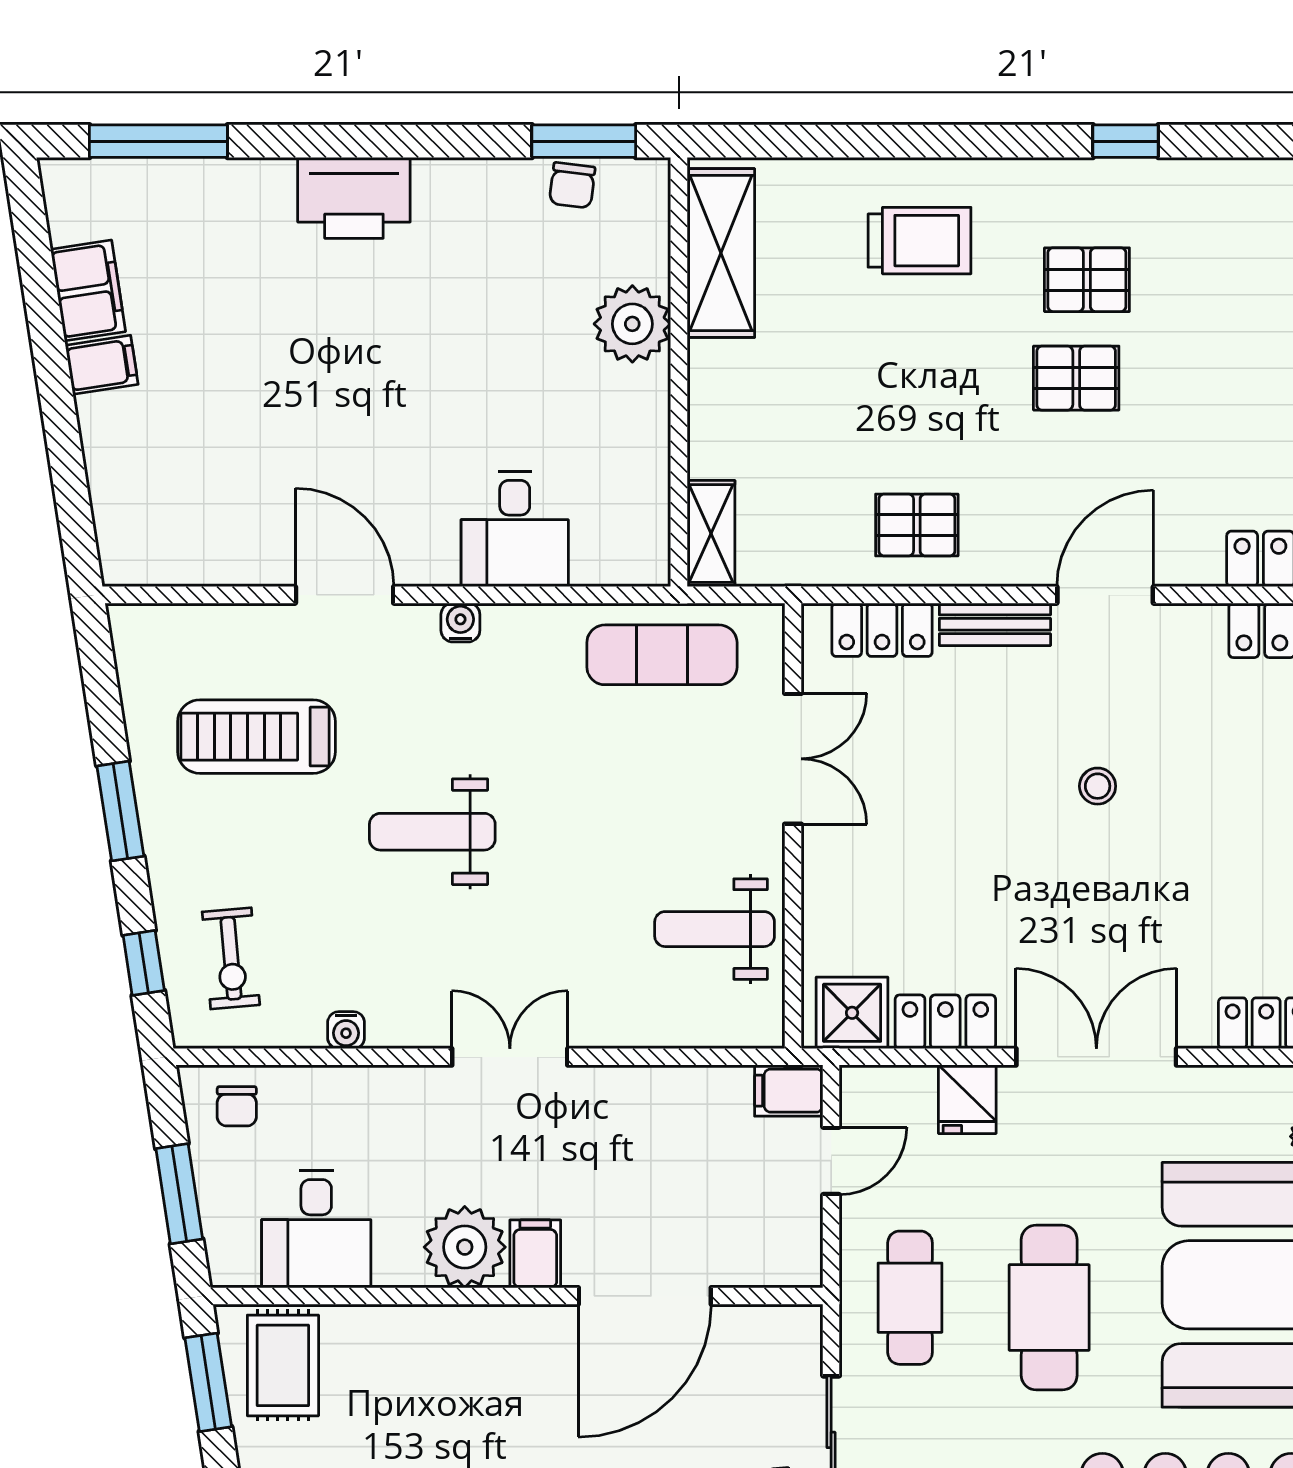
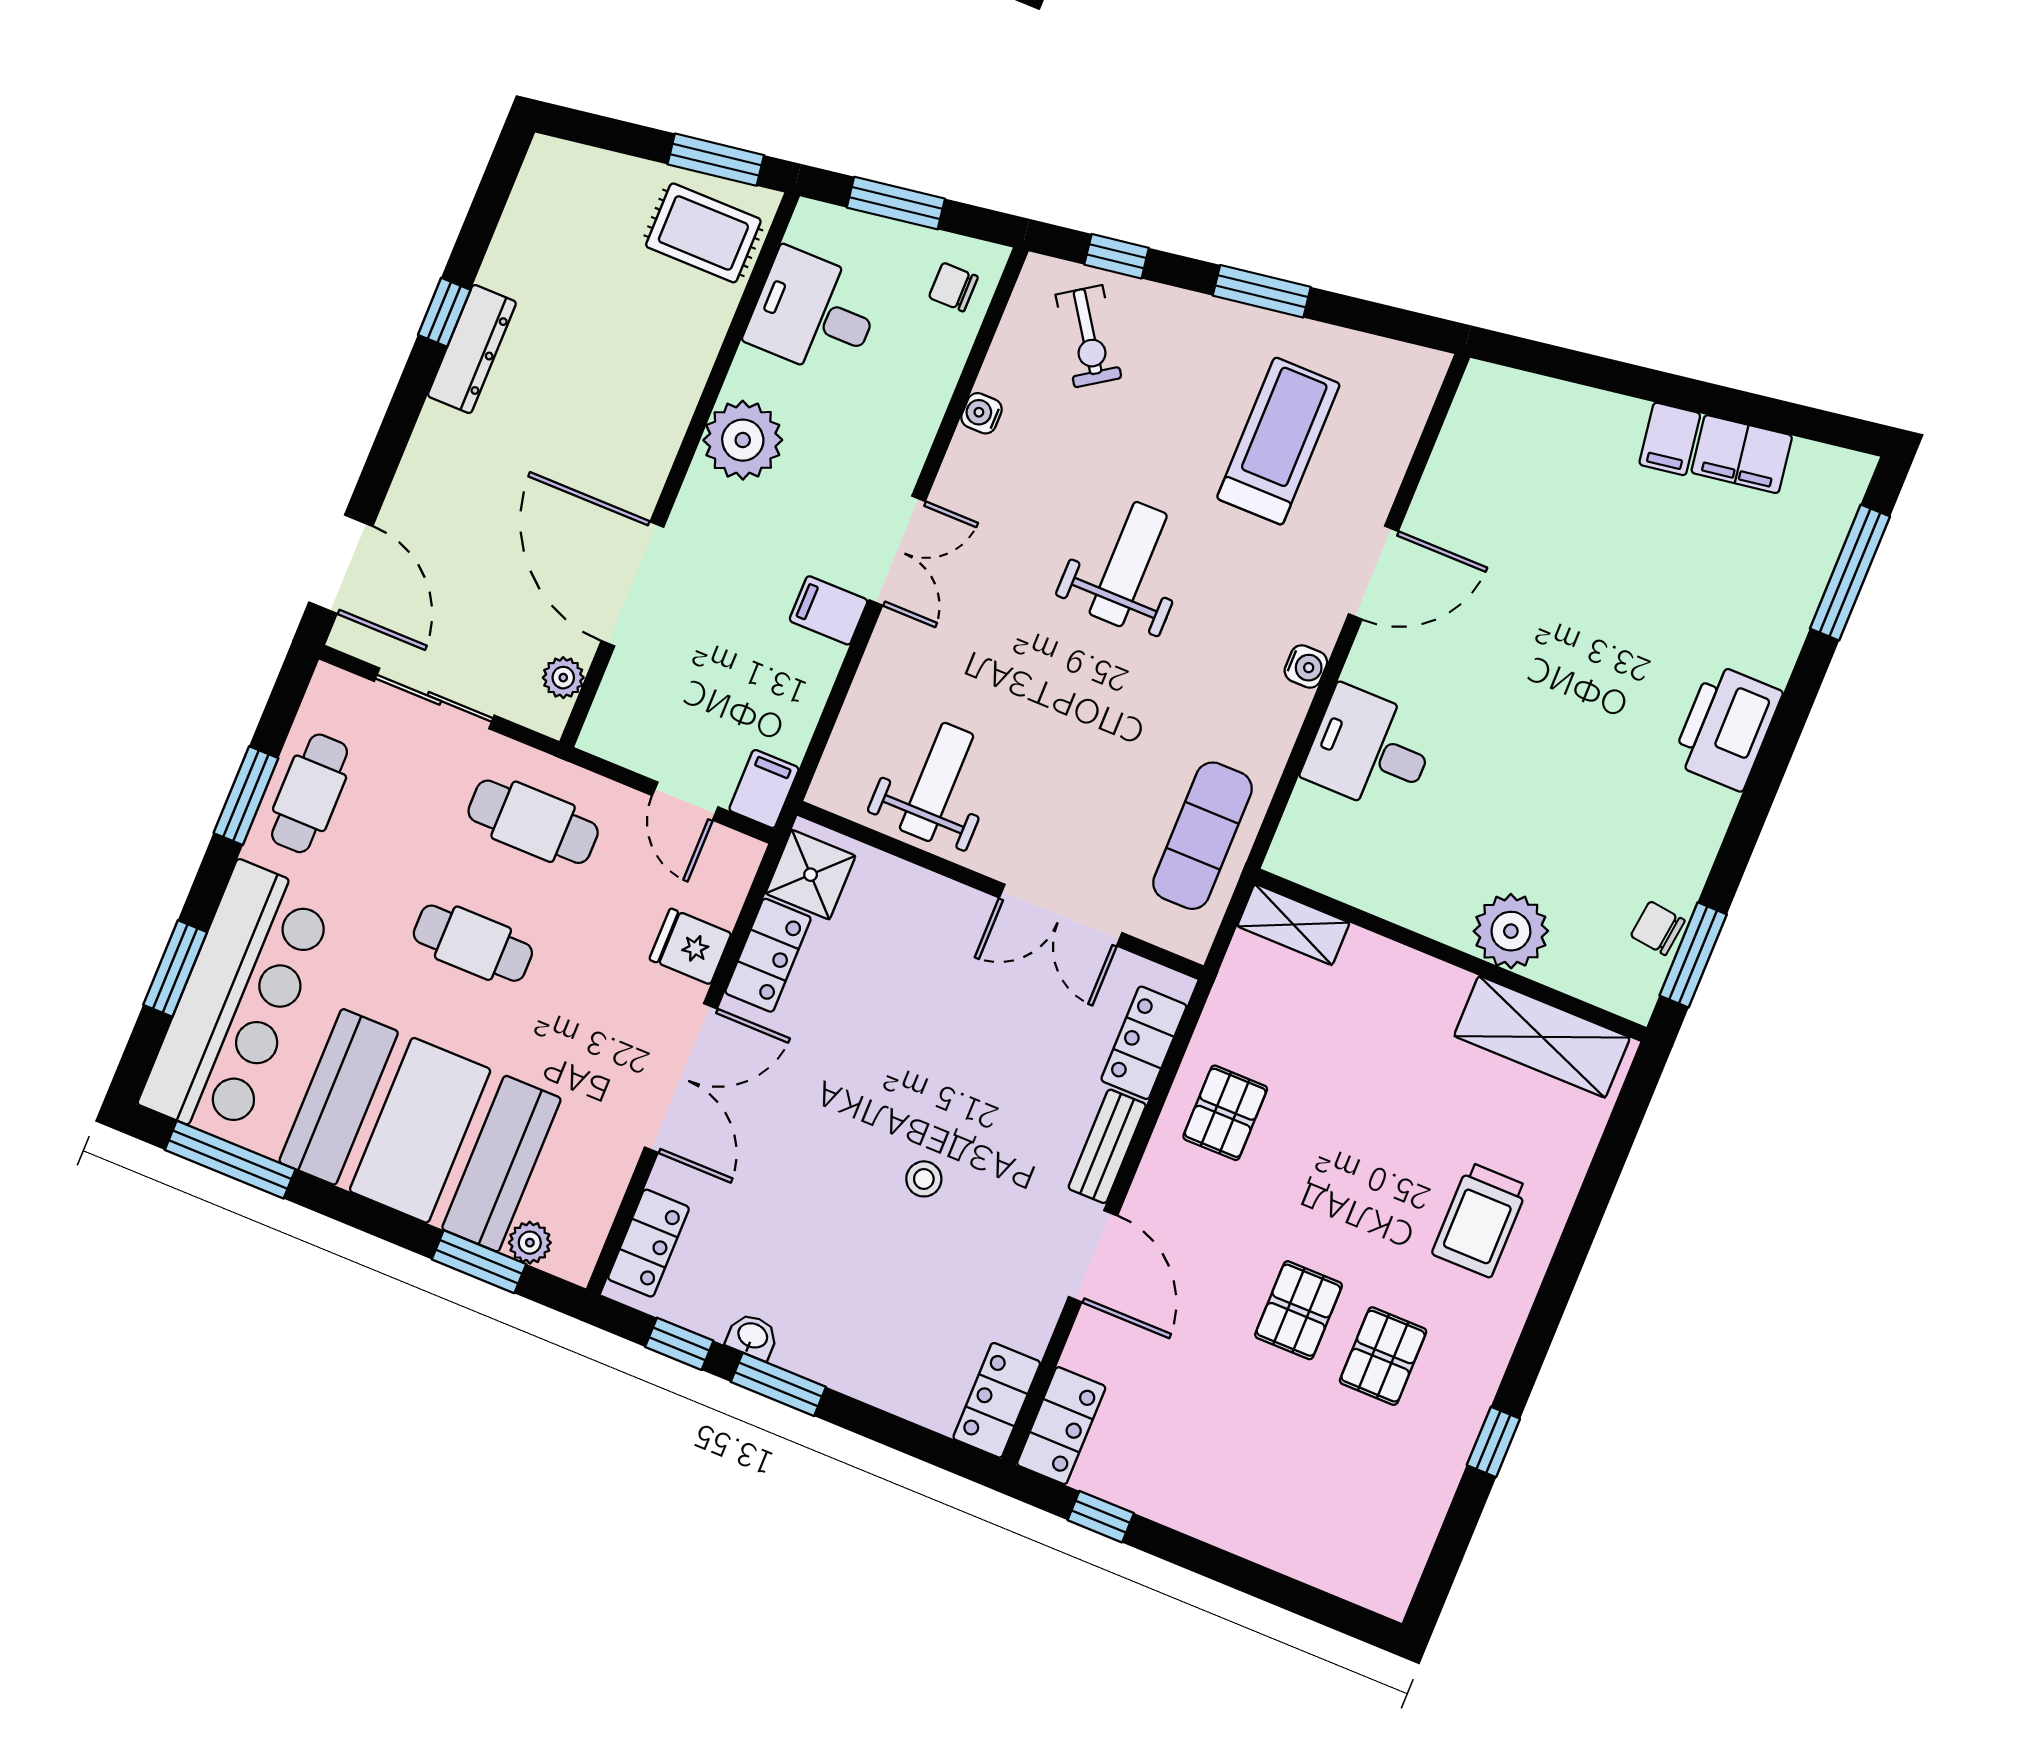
exercise bike: (231, 958) -> (1089, 336), turned -119
filing cabinet: (535, 1254) -> (829, 610), moved, turned 180
cafe table: (1049, 1307) -> (473, 943), width x0.73, depth x0.74
plant: (761, 1325) -> (563, 678), added

